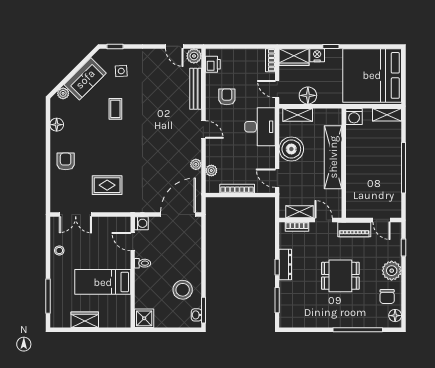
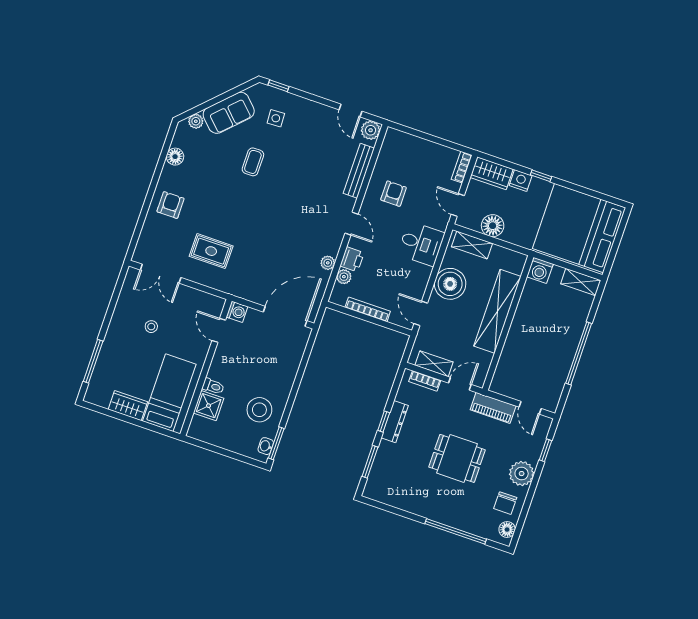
printer: (213, 64) -> (352, 259), moved
desk: (260, 127) -> (421, 244), width x0.73
door: (324, 220) -> (460, 384), hinge flipped
stool: (59, 251) -> (151, 327), moved
toilet: (143, 263) -> (213, 386), moved
bed: (103, 282) -> (169, 393), moved, turned 90
shower: (144, 318) -> (209, 406), moved

